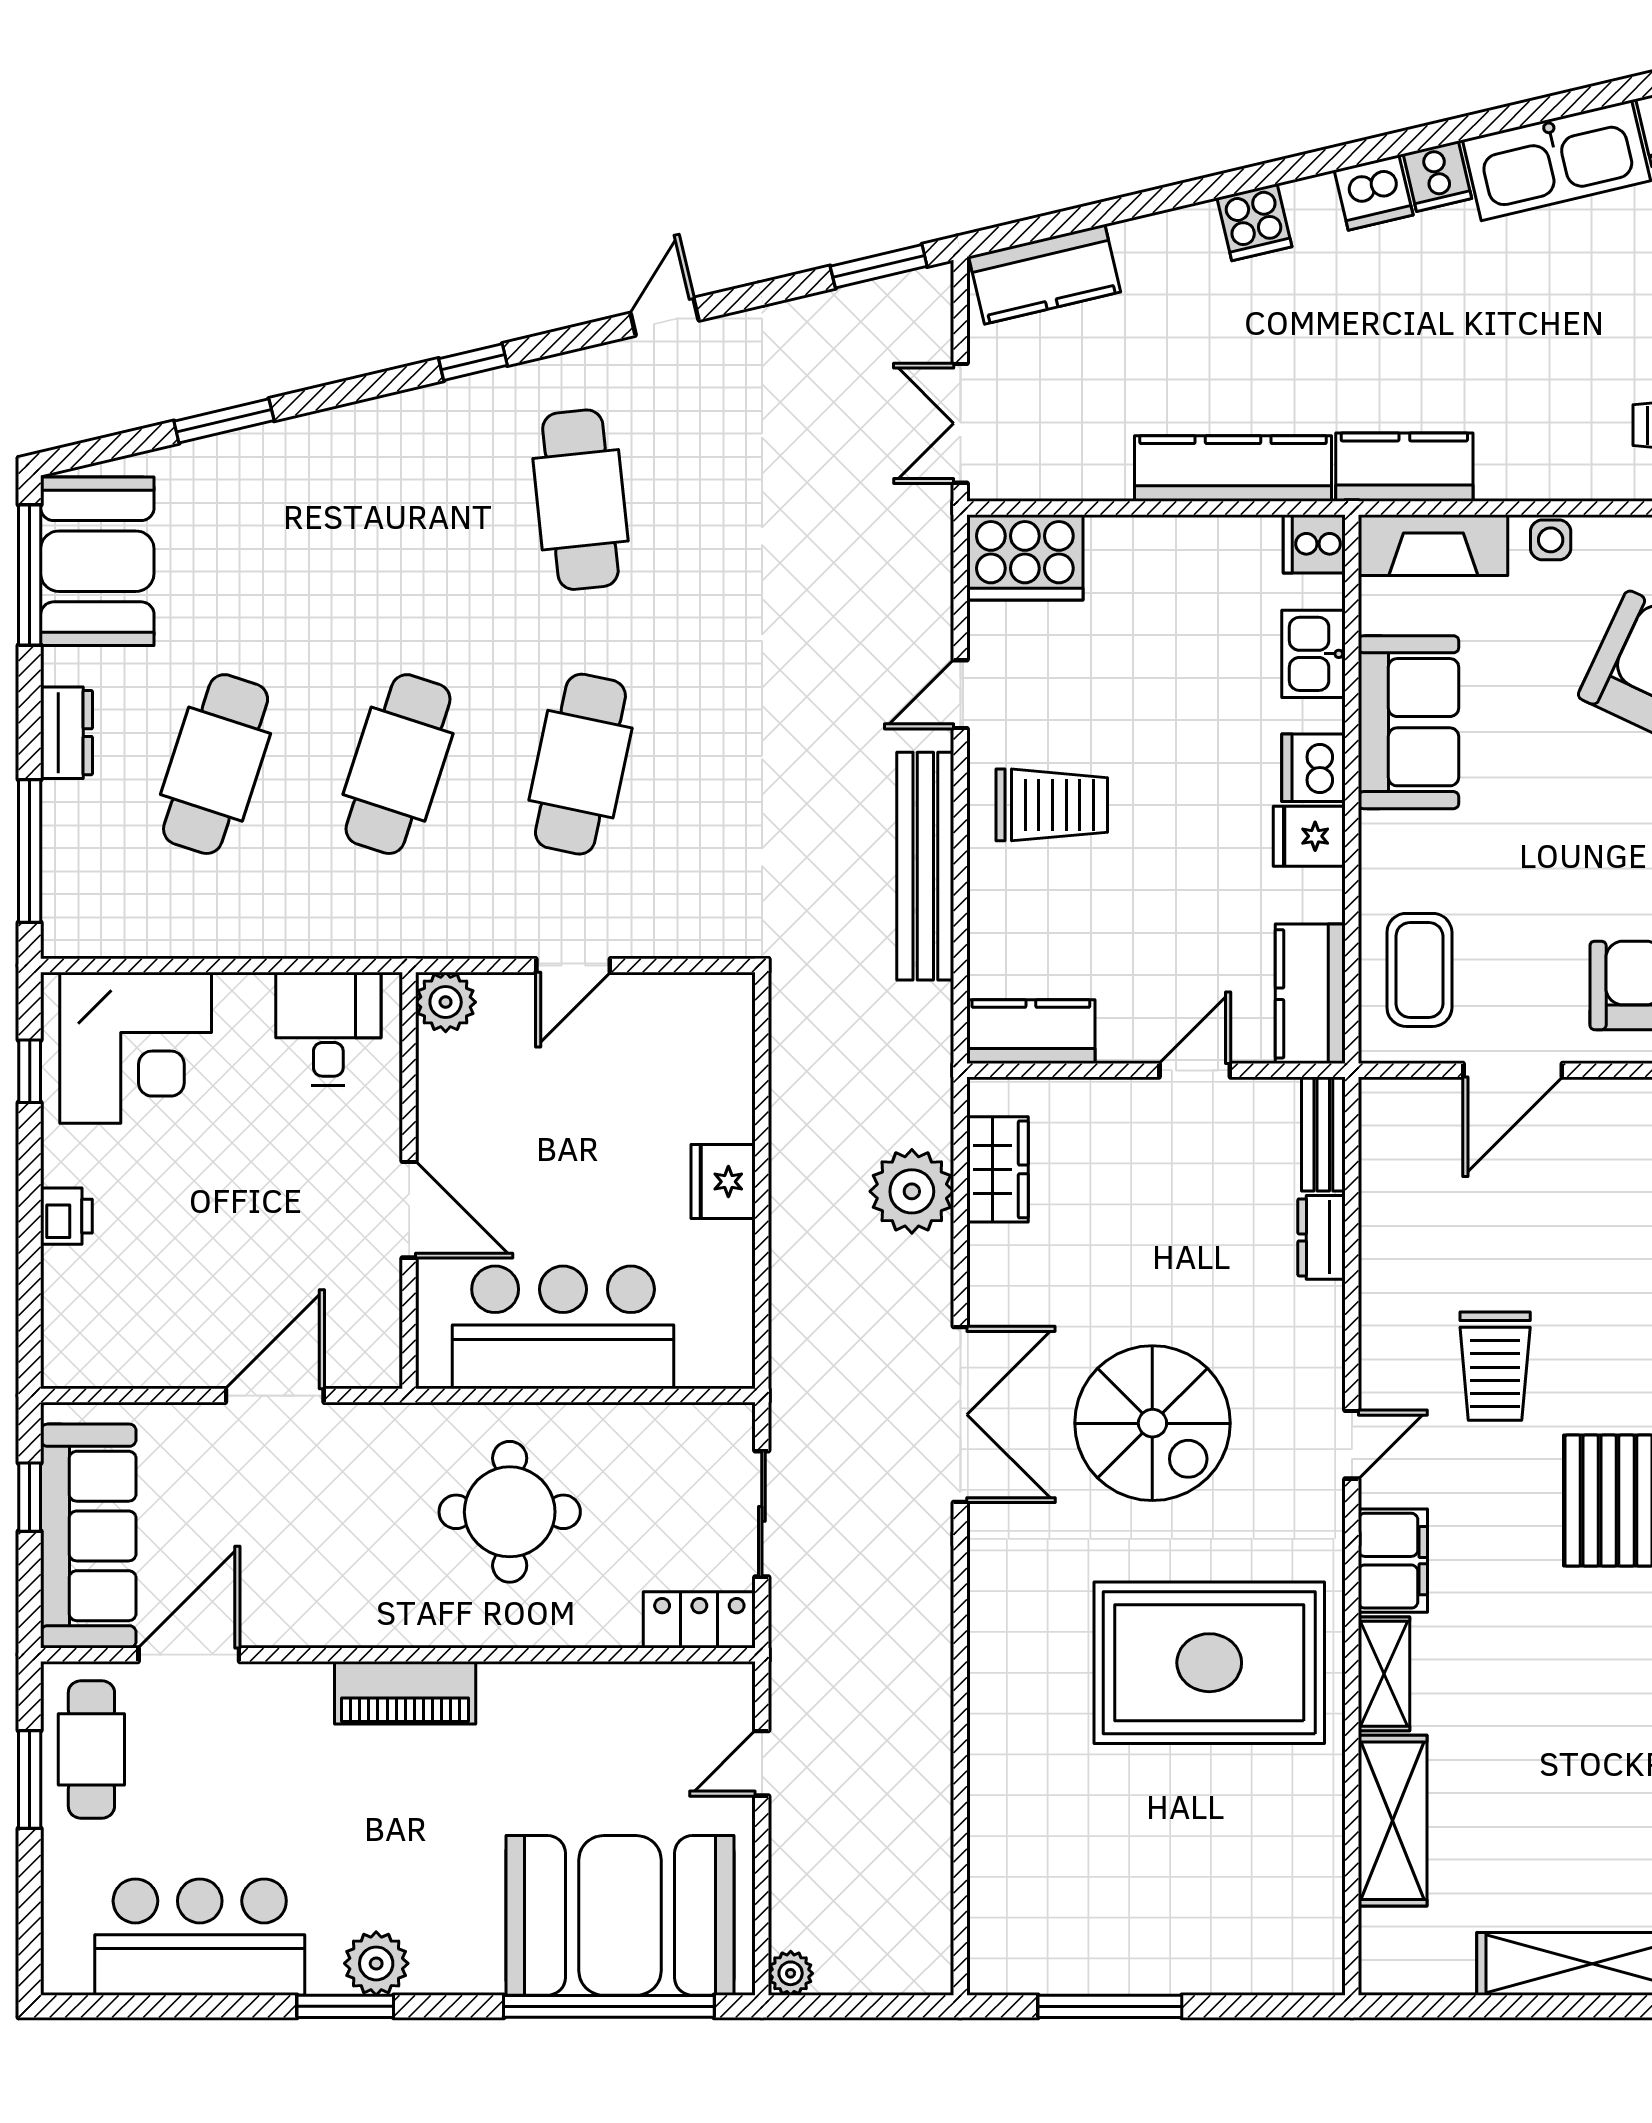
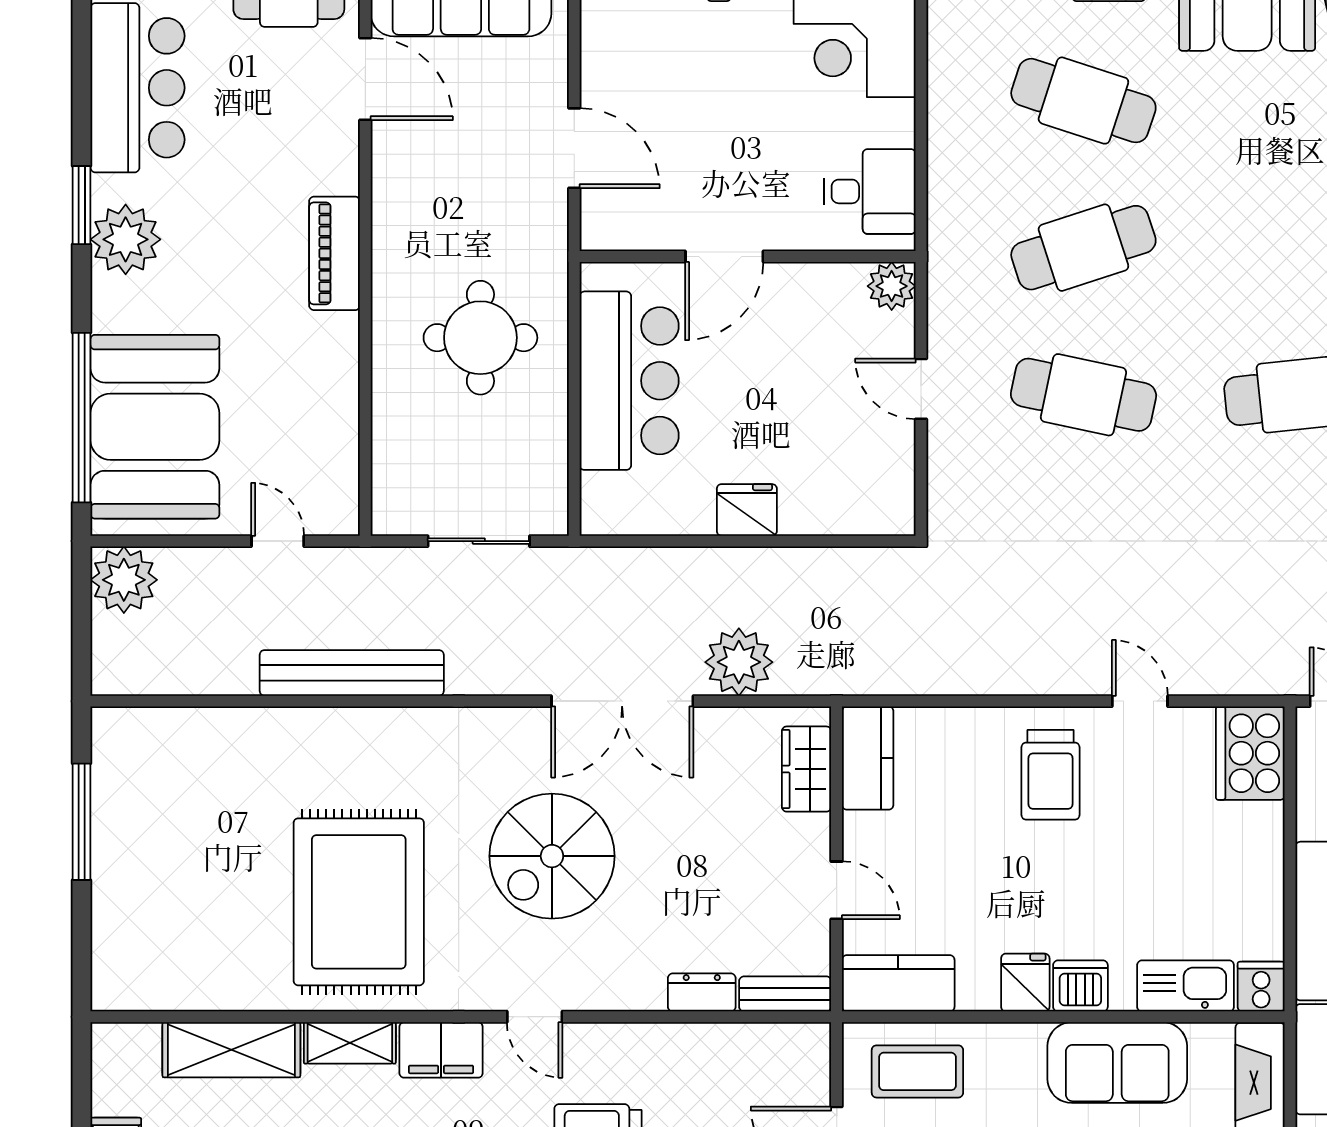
kitchen sink: (1313, 654) -> (1186, 986), width x1.38
cafe table: (398, 764) -> (1083, 248), turned -36
bench: (925, 866) -> (352, 673), moved
wardrobe: (998, 1169) -> (807, 769), moved, turned 90
double door: (960, 1415) -> (622, 701), moved
locker: (699, 1620) -> (393, 491), removed
plant: (376, 1963) -> (126, 239), width x1.36, depth x1.36
plant: (791, 1973) -> (124, 580), width x1.88, depth x1.88

